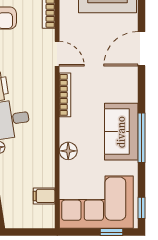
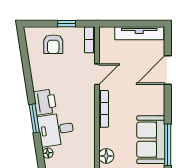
door: (57, 54) -> (97, 74), hinge flipped

